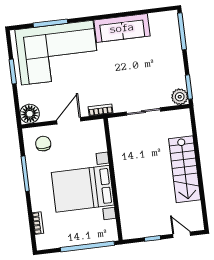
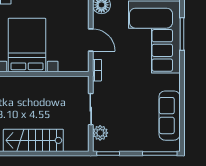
sofa: (122, 28) -> (170, 116), moved
plant: (180, 97) -> (100, 133), moved
chair: (43, 144) -> (73, 14), removed

